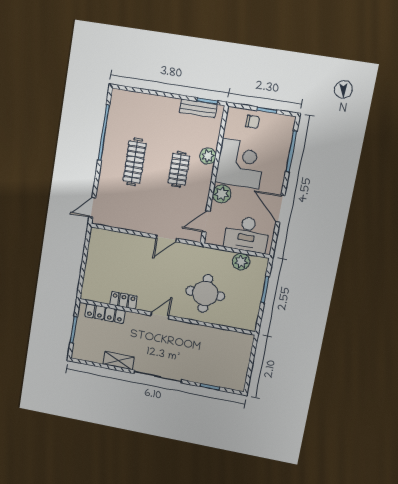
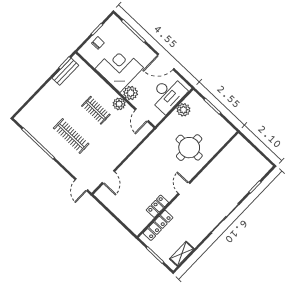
plant: (208, 156) -> (119, 104), moved
door: (166, 238) -> (108, 177), moved
shelving: (118, 361) -> (182, 254), moved

